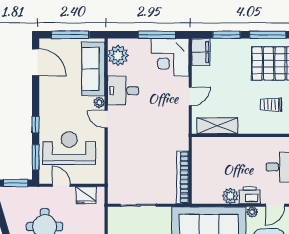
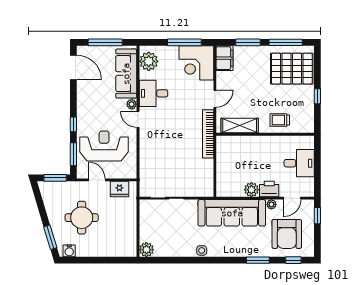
trolley: (271, 105) -> (280, 120), moved
bookcase: (183, 177) -> (208, 134), moved

